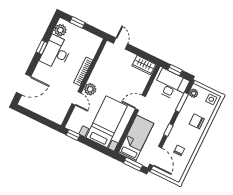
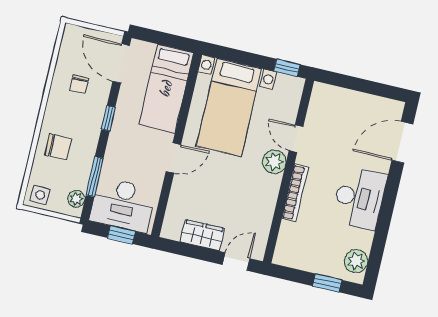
door: (121, 44) -> (236, 262), swing flipped
window: (42, 47) -> (384, 220), removed
desk: (56, 52) -> (359, 198), moved
wardrobe: (144, 65) -> (202, 235), moved
window: (133, 164) -> (161, 38), removed

